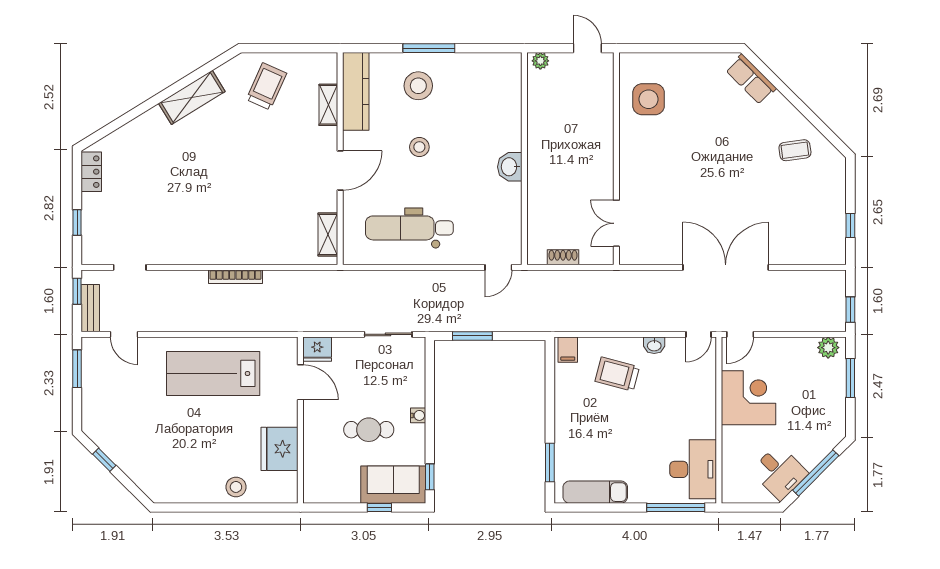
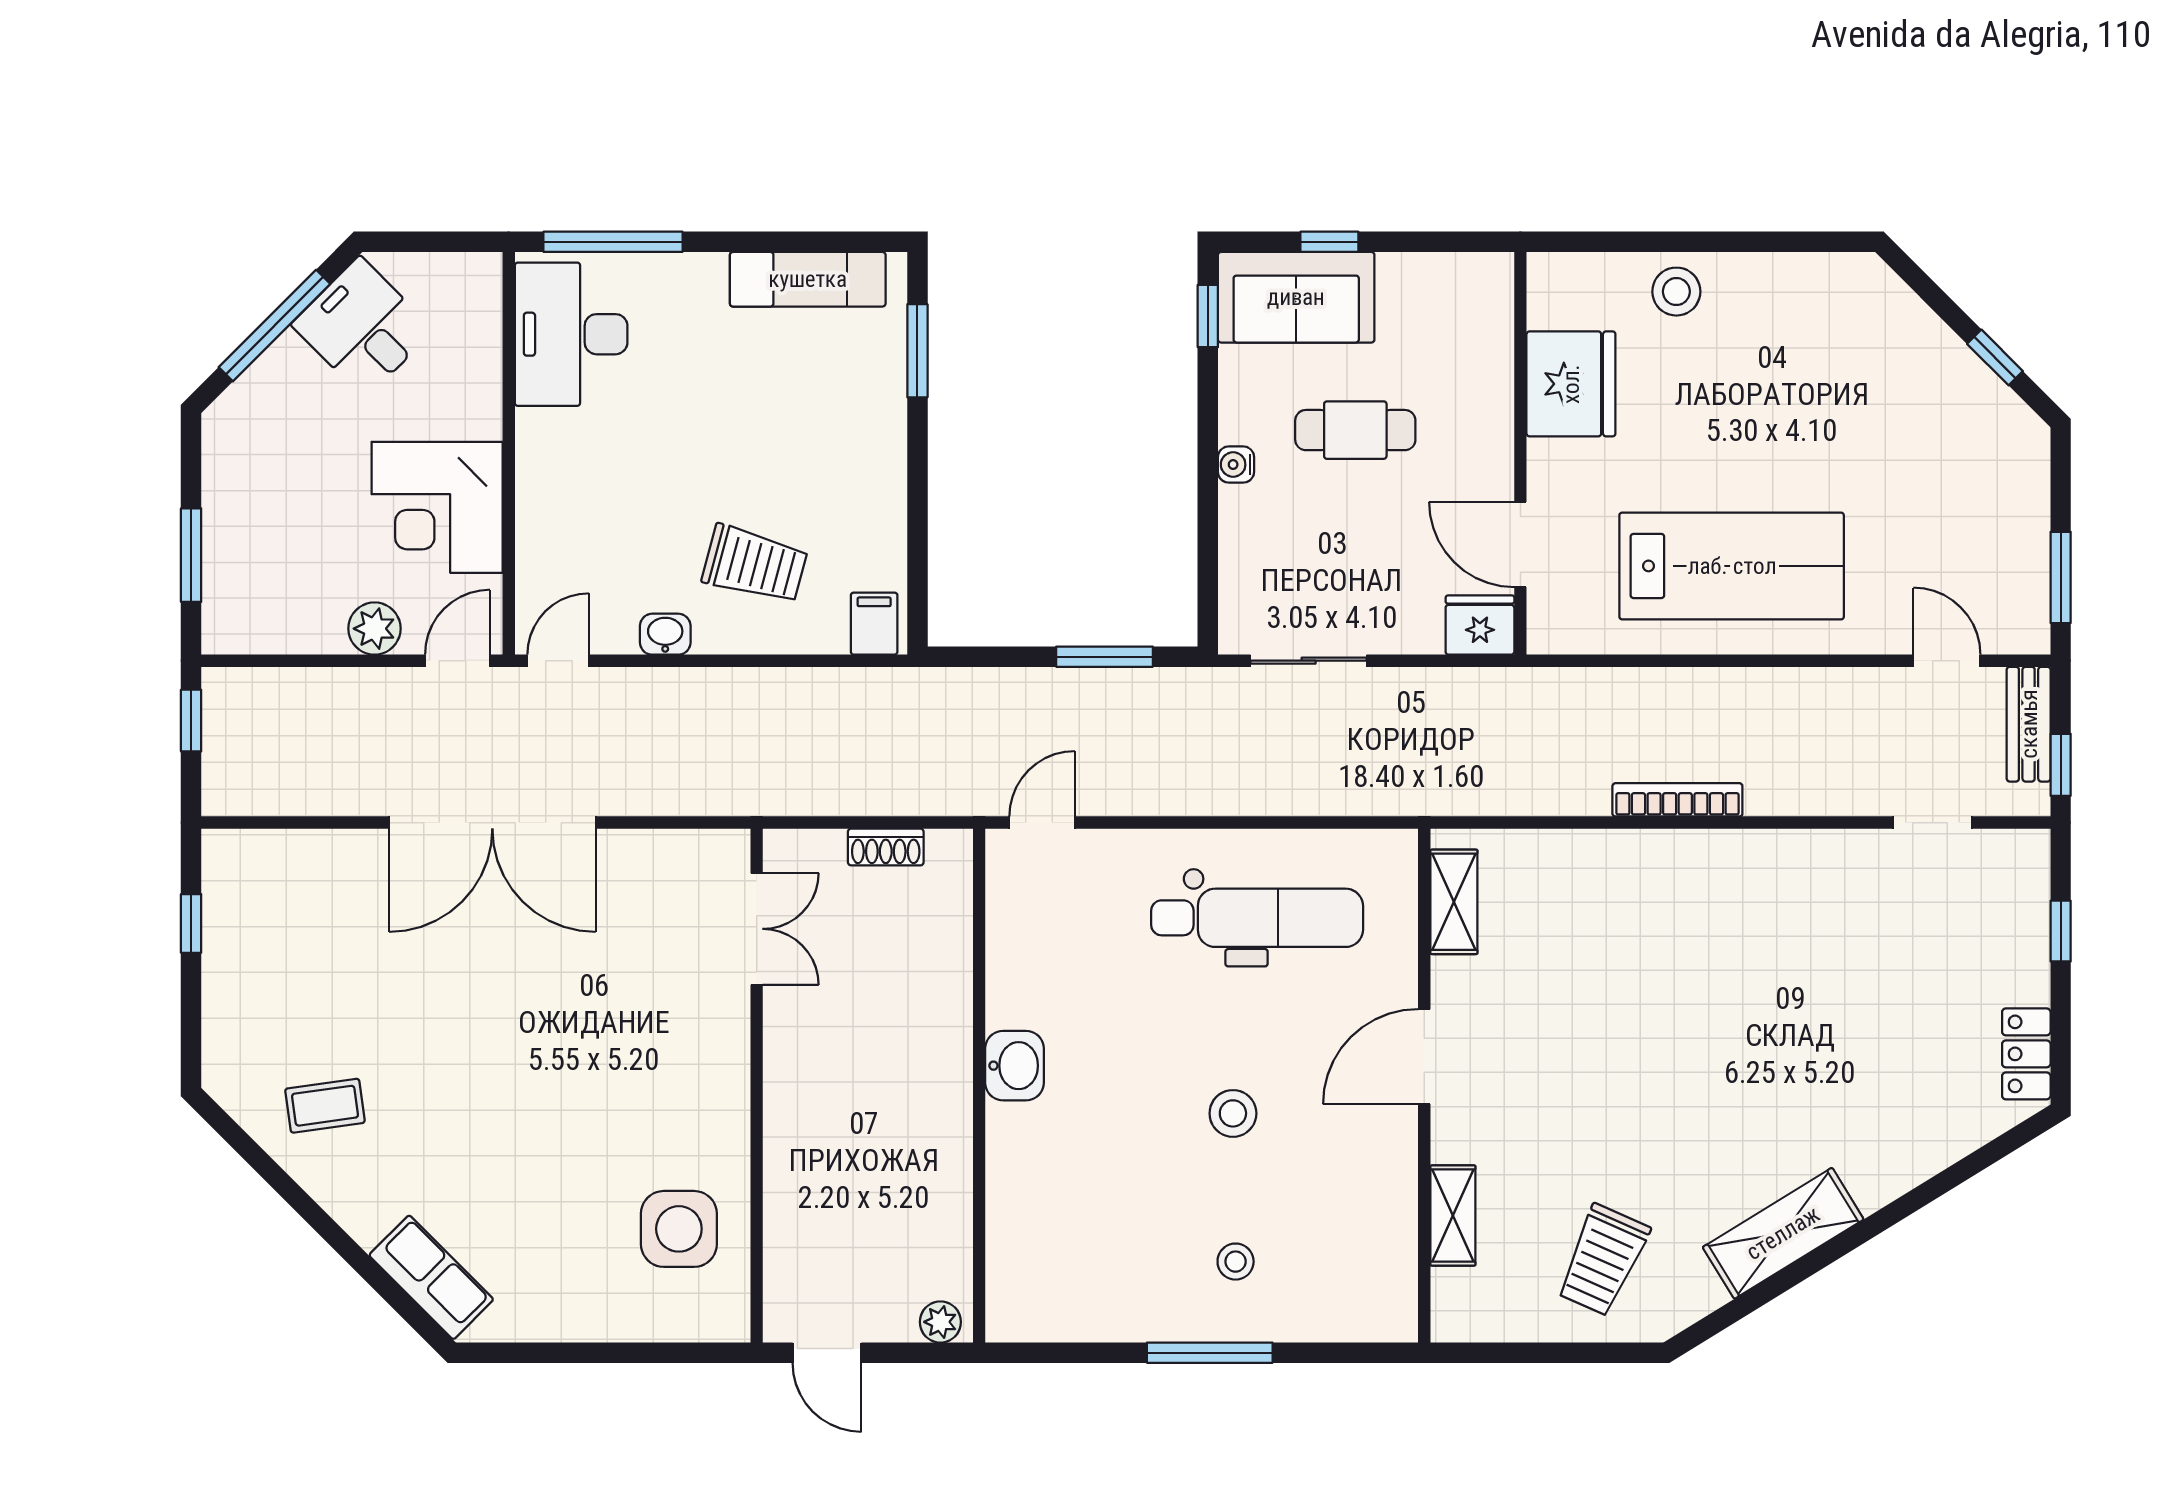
stool: (418, 86) -> (1236, 1262), width x0.53, depth x0.53
kitchen counter: (356, 91) -> (1387, 1248), removed
plant: (828, 348) -> (374, 629), moved

